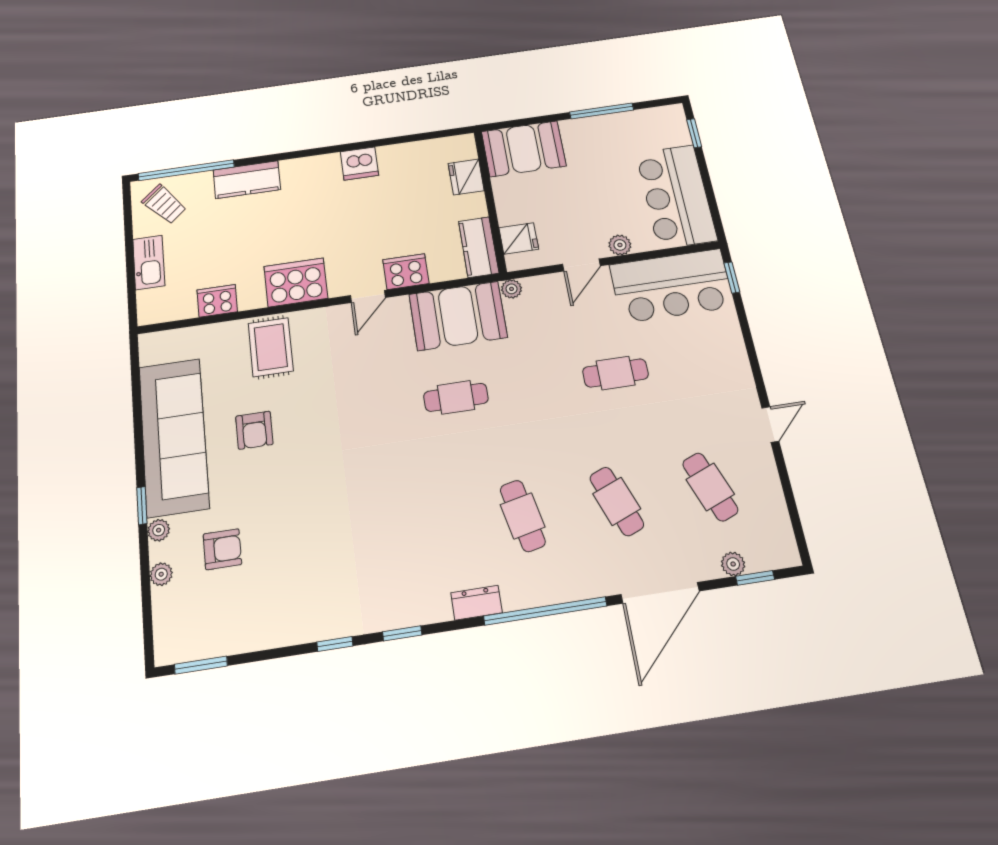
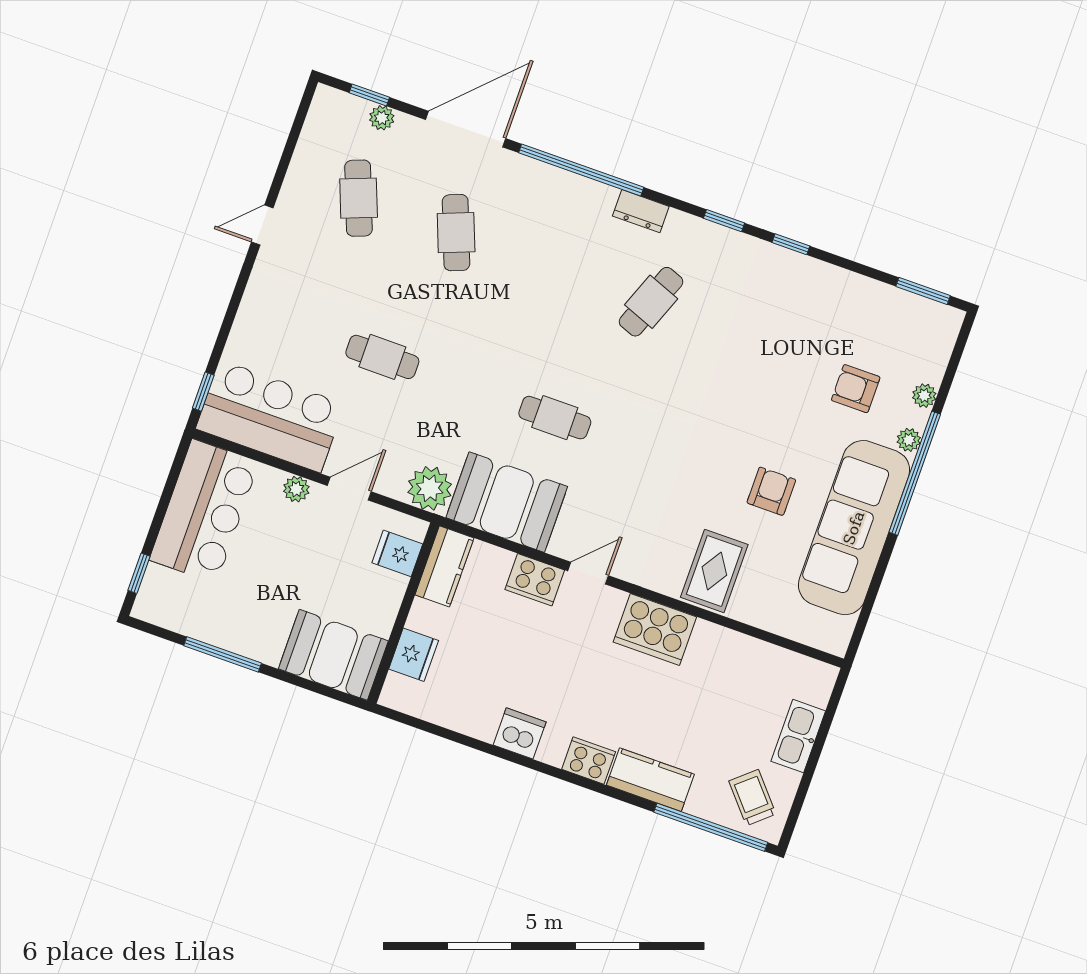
plant: (512, 289) -> (430, 488), width x1.87, depth x1.87
cooker: (217, 301) -> (589, 760), moved, turned 180
window: (142, 506) -> (915, 473), width x3.17
cafe table: (523, 516) -> (651, 302), moved, turned 33

